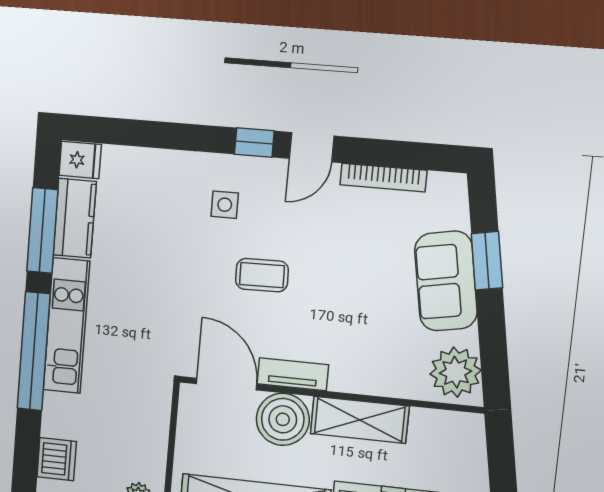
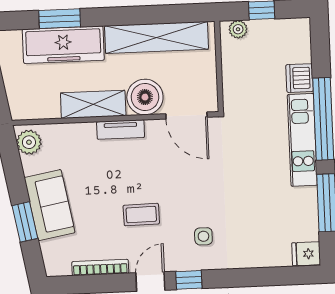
kitchen counter: (75, 218) -> (305, 214), removed
coffee table: (262, 275) -> (141, 215), moved
plant: (456, 372) -> (29, 142), width x0.73, depth x0.73
tv unit: (293, 374) -> (121, 130), moved
dishwasher: (57, 459) -> (300, 78), moved

